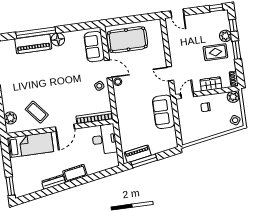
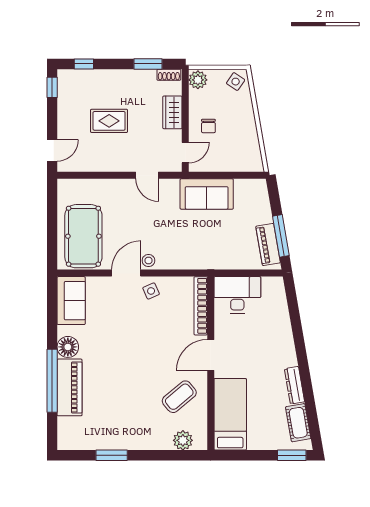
plant: (226, 36) -> (99, 78), removed
sofa: (94, 47) -> (71, 301), moved, turned -90
window: (237, 50) -> (148, 64), moved
rug: (215, 52) -> (109, 121), moved, turned 90
door: (170, 74) -> (147, 175), hinge flipped
door: (187, 95) -> (185, 153), swing flipped
door: (65, 128) -> (211, 355), swing flipped
cot: (75, 173) -> (298, 423), moved

